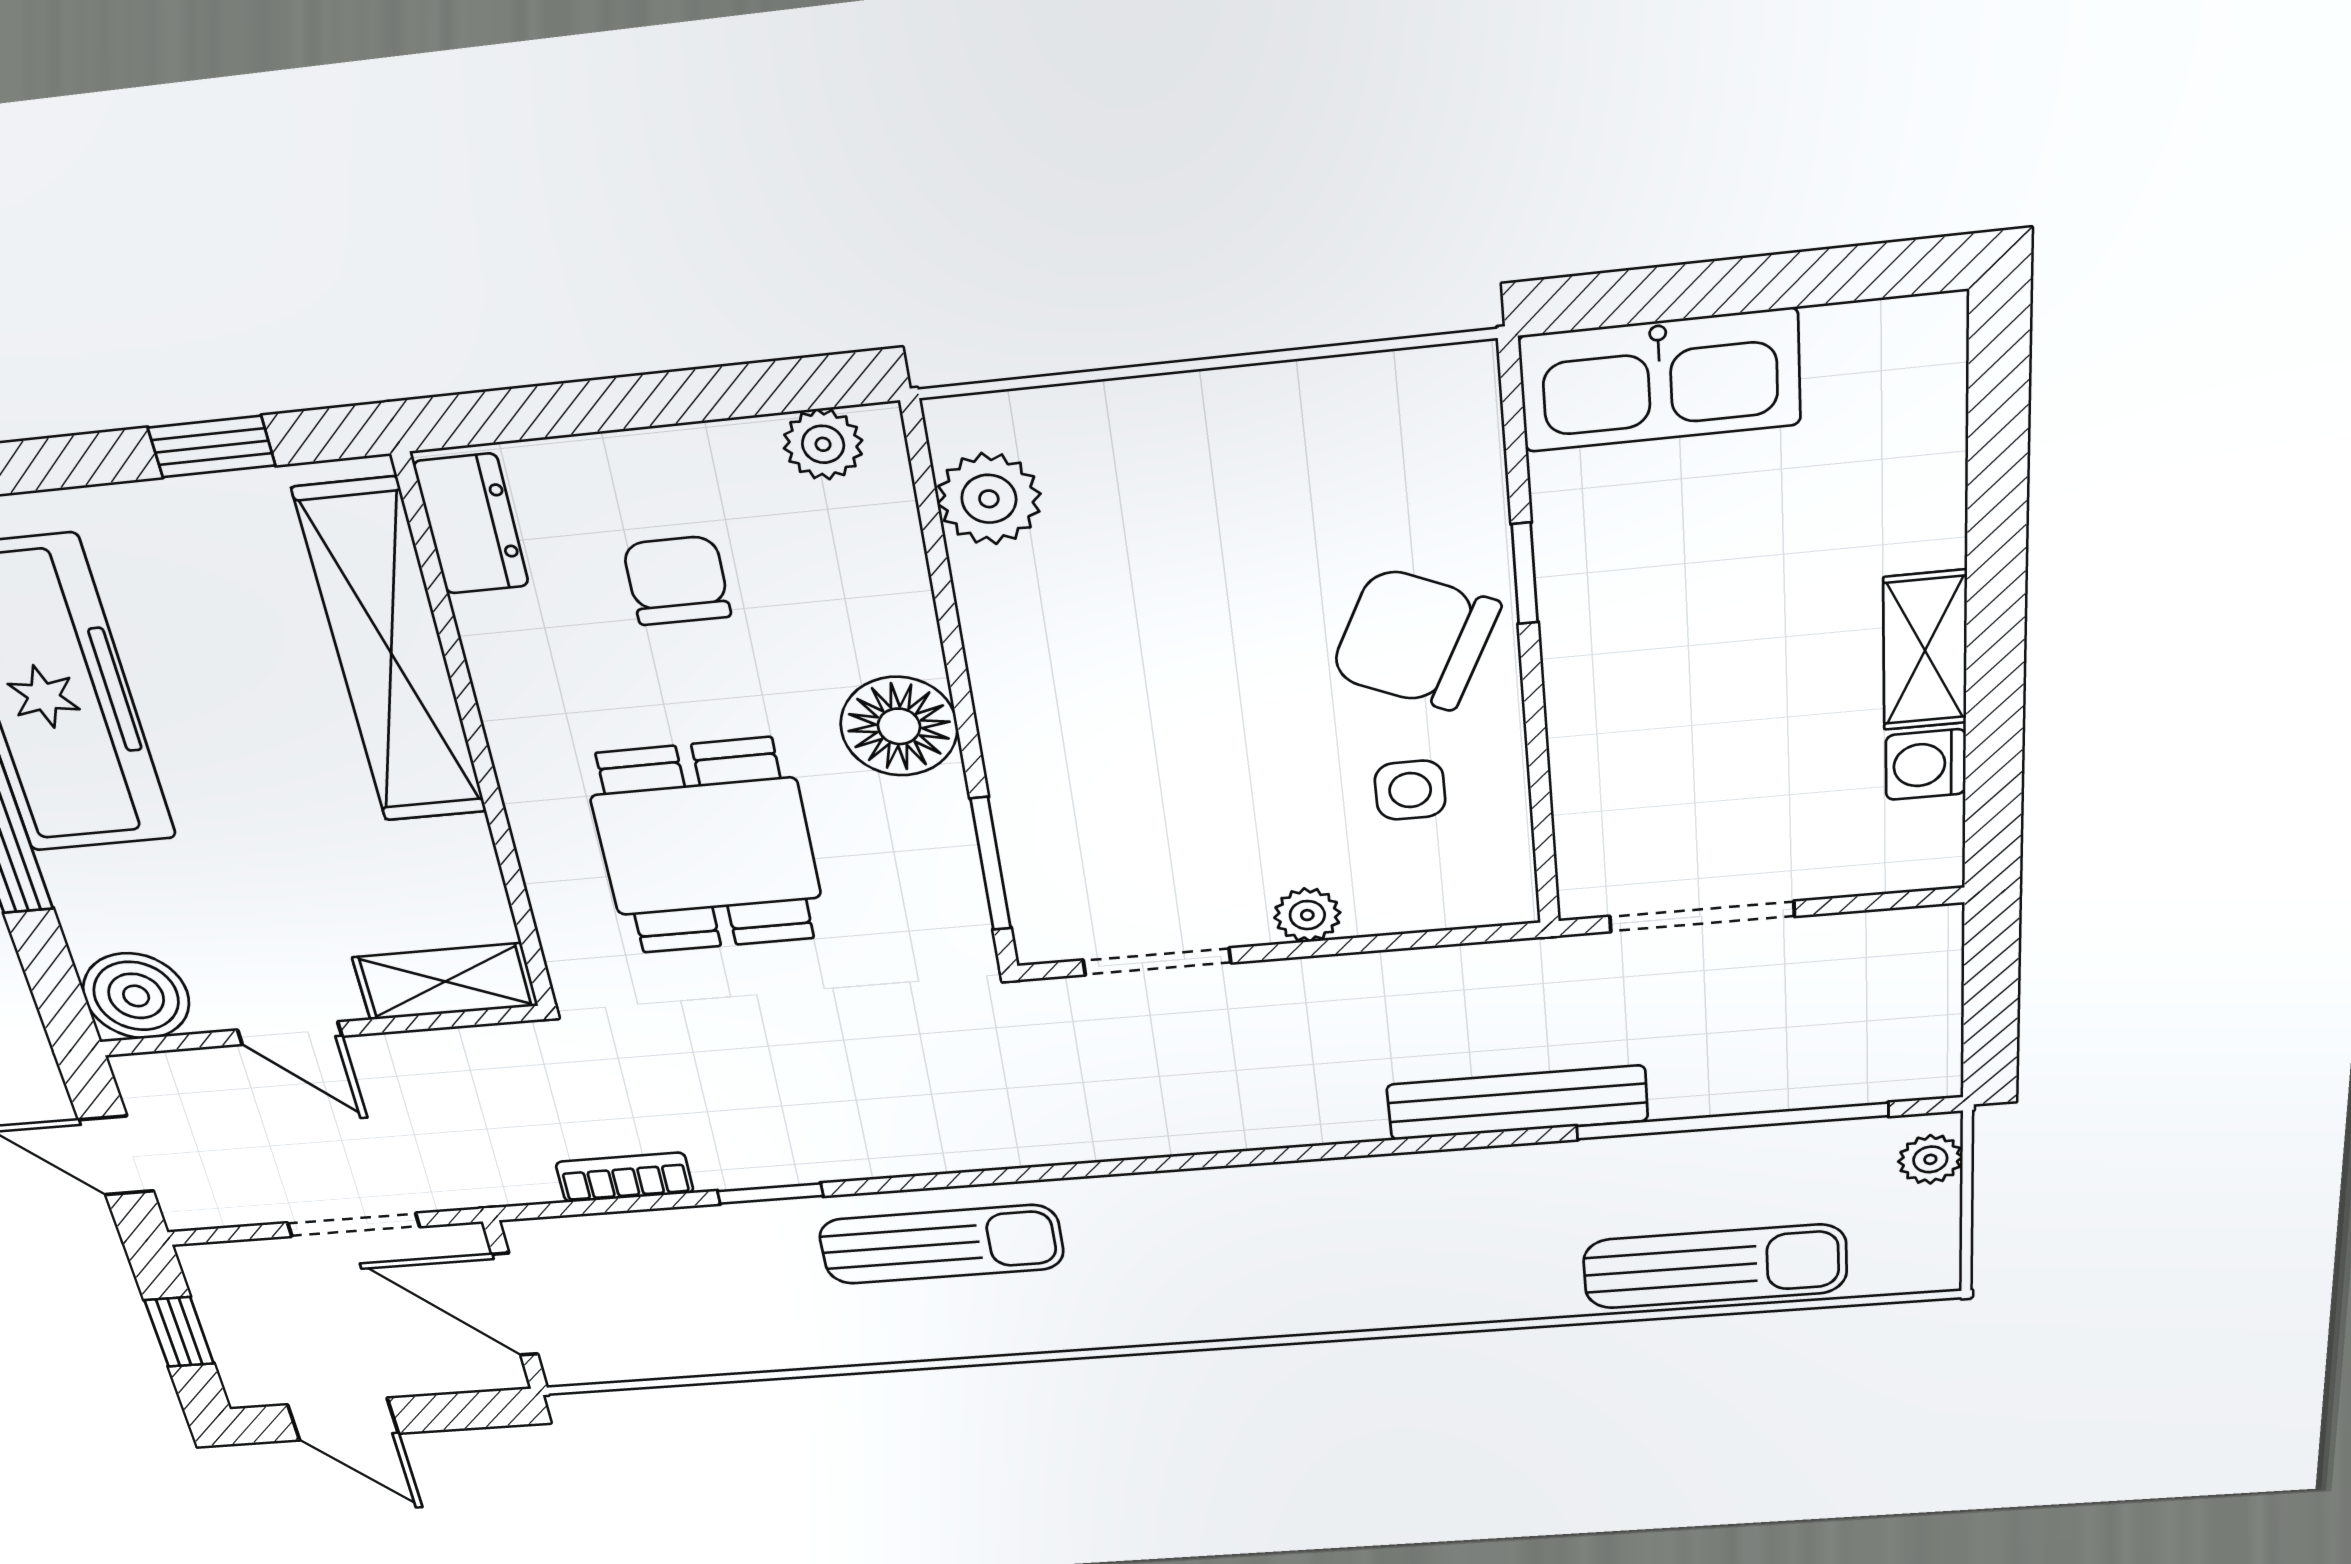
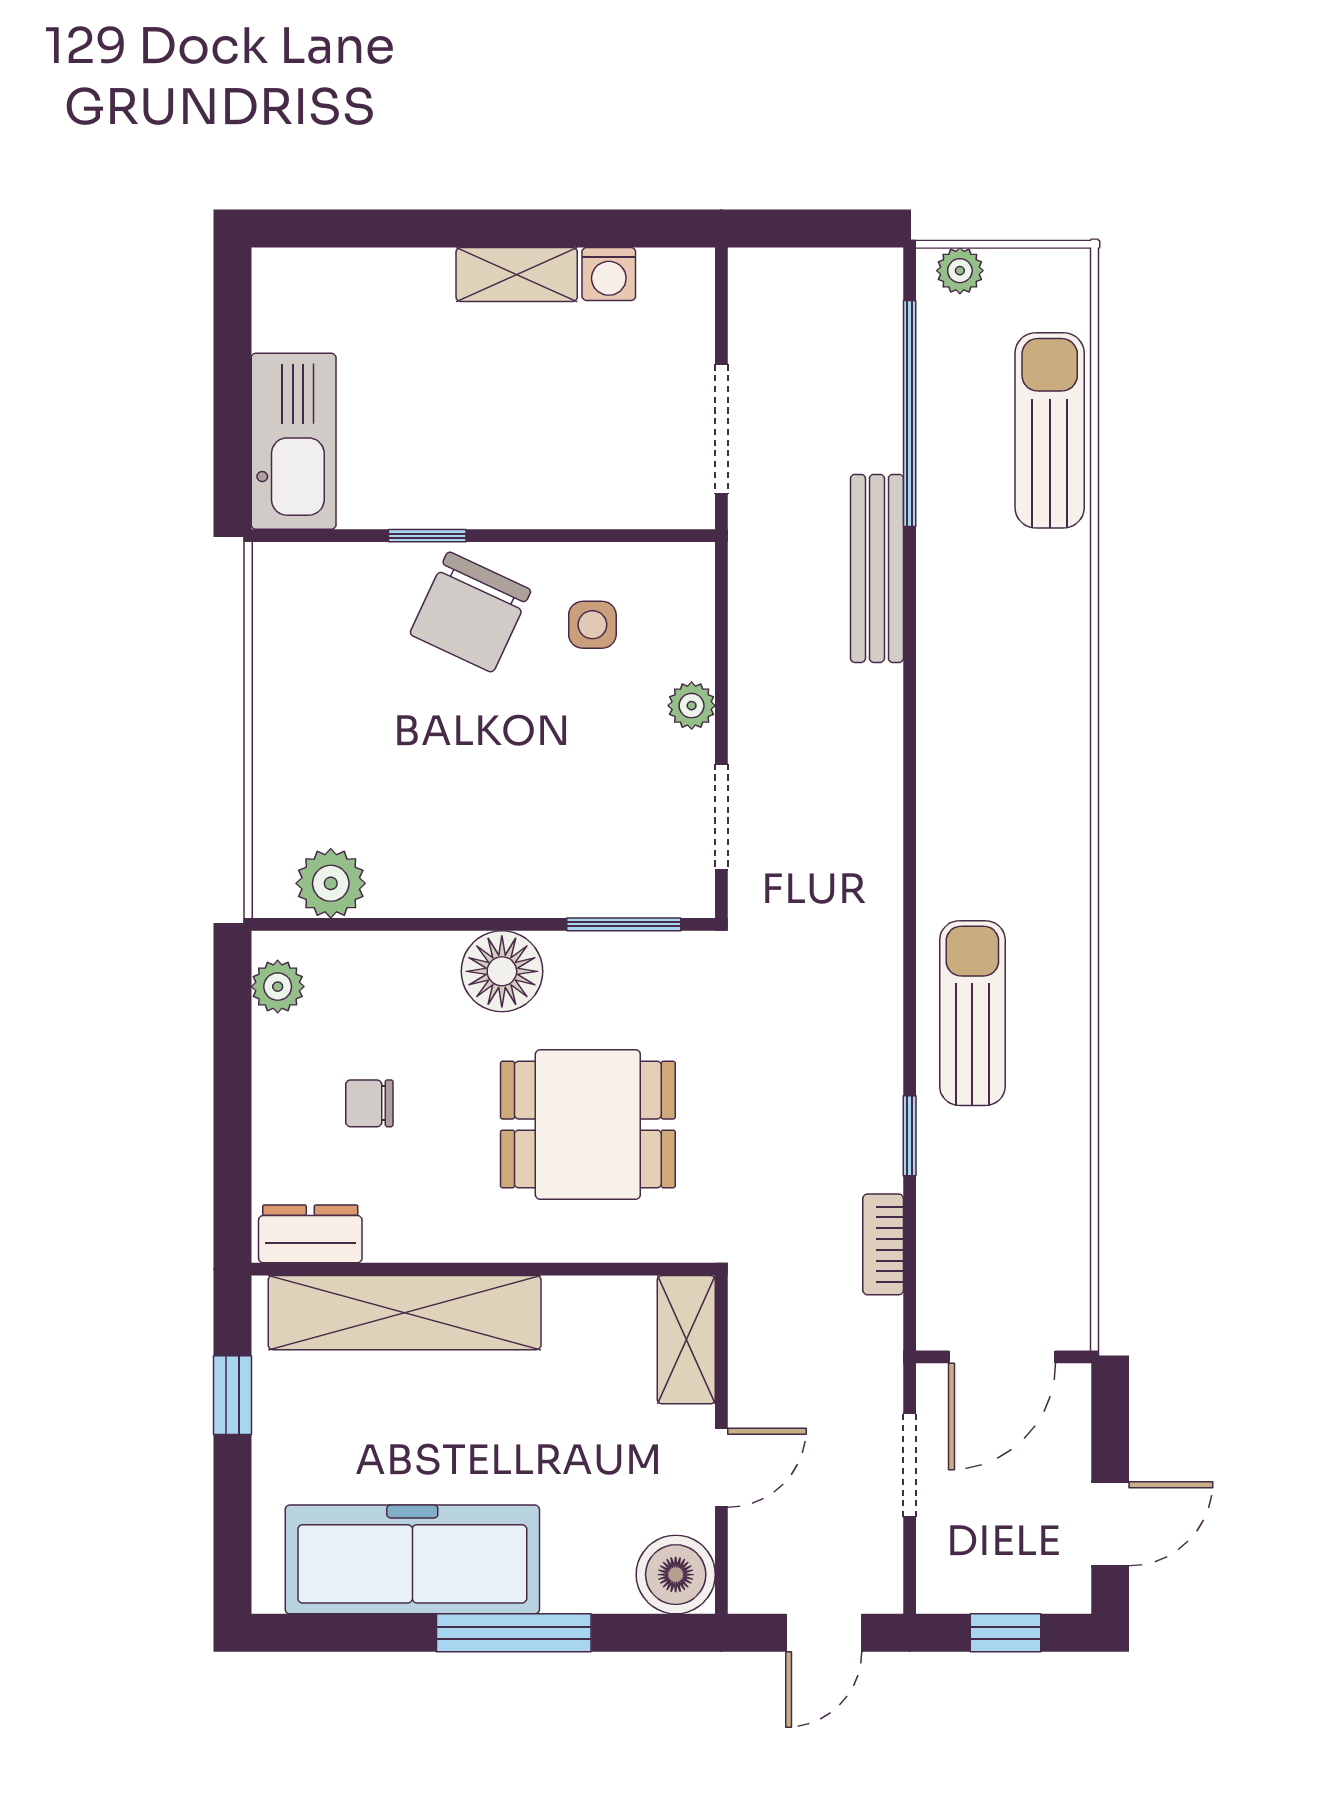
chair: (677, 581) -> (369, 1103), width x0.73, depth x0.73

